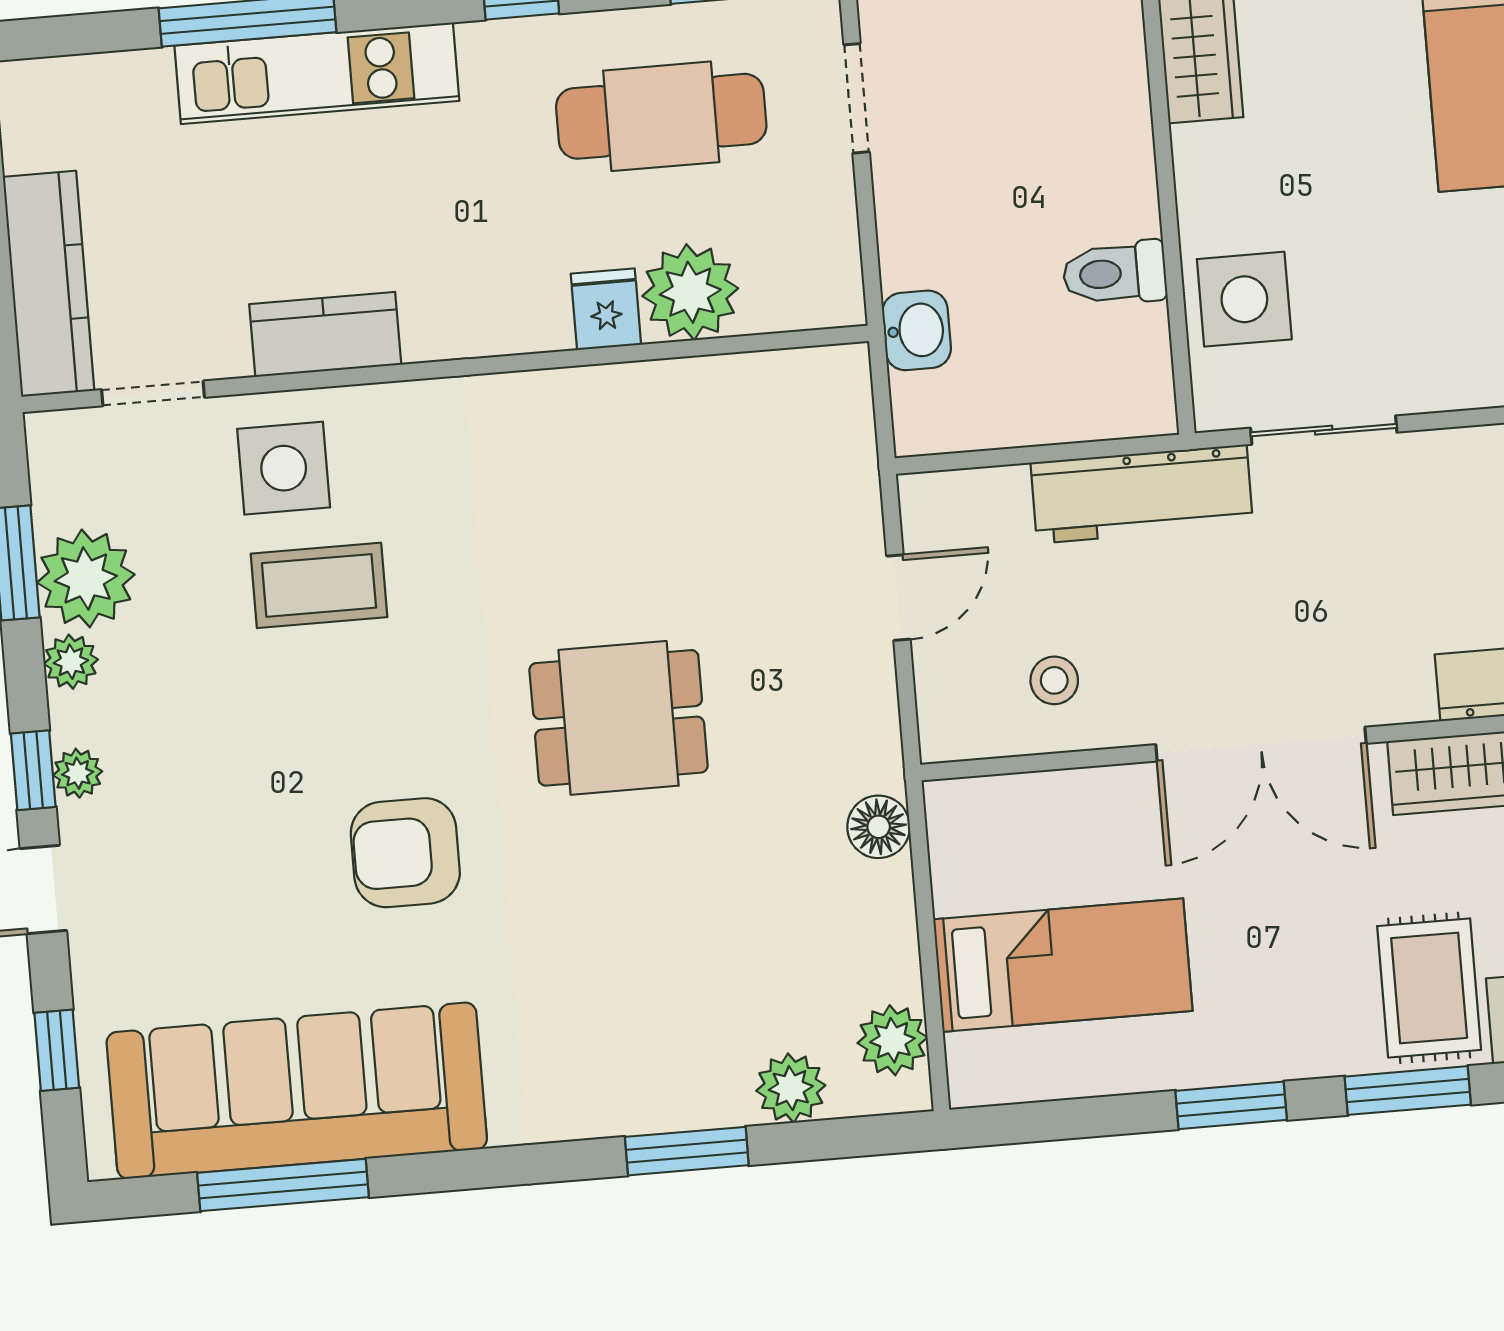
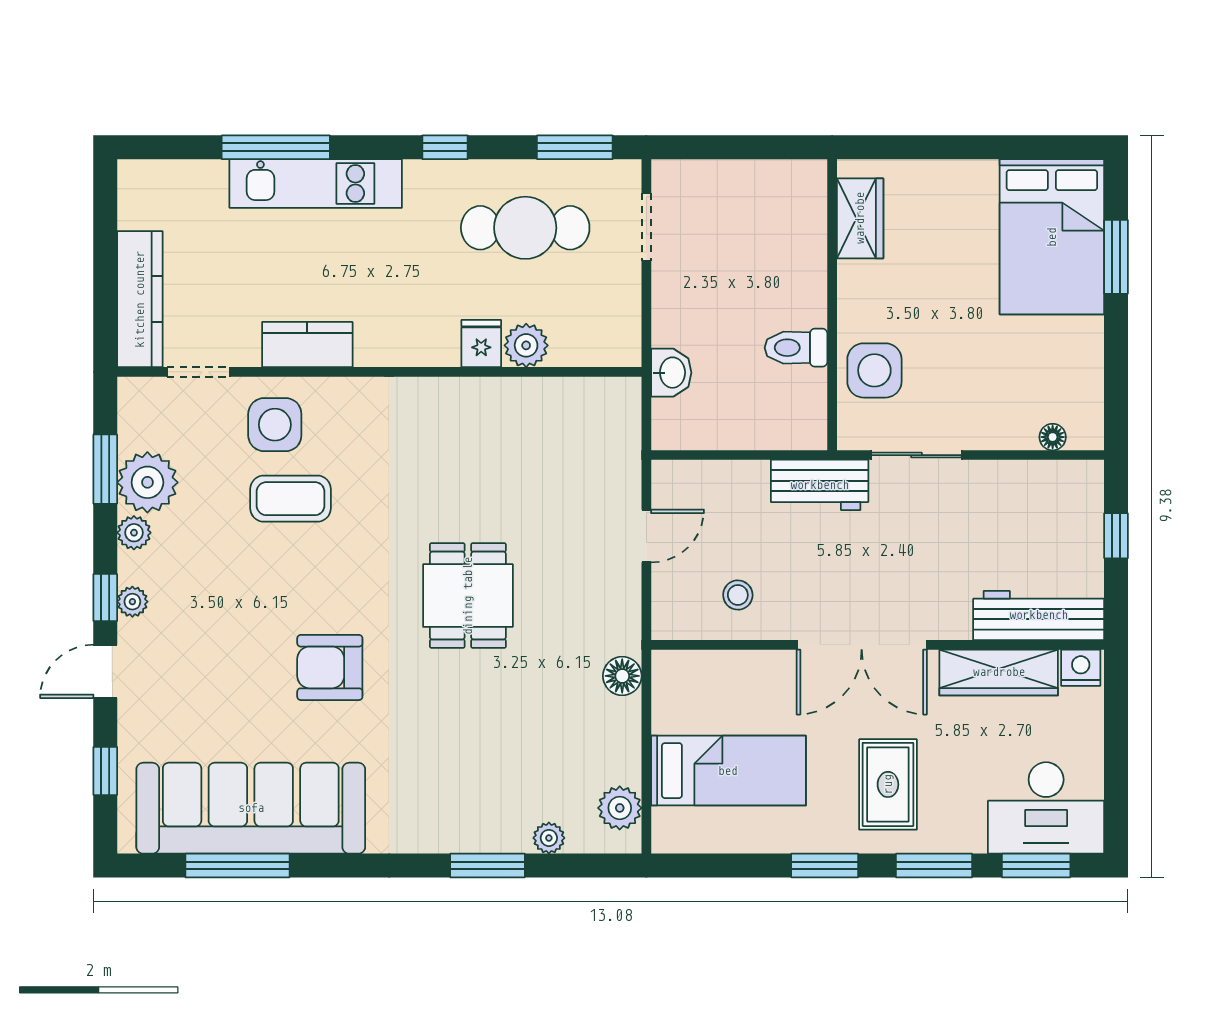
plant: (690, 292) -> (526, 345), width x0.73, depth x0.73
workbench: (1142, 494) -> (820, 485), width x0.73
dining table: (619, 718) -> (468, 596), turned 90
rug: (1429, 988) -> (888, 784), moved
plant: (791, 1088) -> (549, 838), width x0.73, depth x0.73

